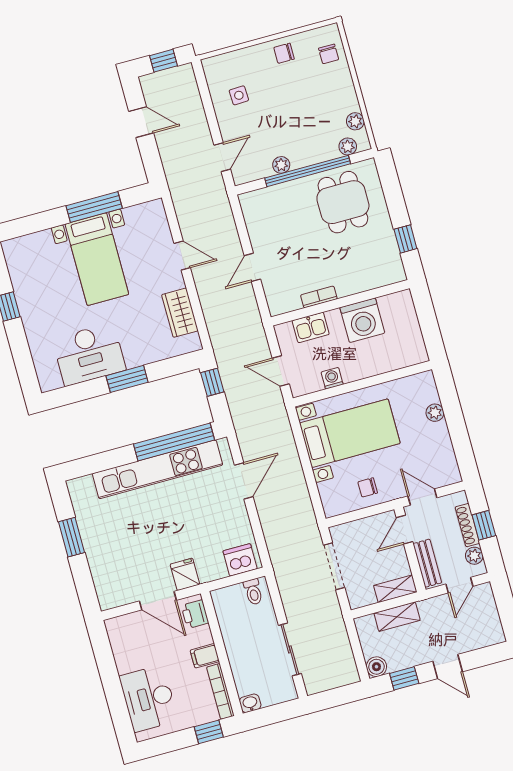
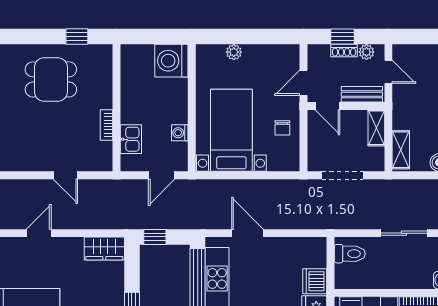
dining table: (343, 202) -> (51, 79), moved
wardrobe: (180, 313) -> (104, 249), moved
washing machine: (362, 320) -> (171, 61), moved, turned 180
shoe rack: (467, 525) -> (344, 51), width x0.70
dishwasher: (240, 560) -> (315, 281), moved
toilet: (253, 592) -> (350, 254), width x1.37, depth x1.39
shelving: (397, 617) -> (401, 150), moved

